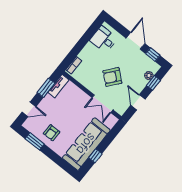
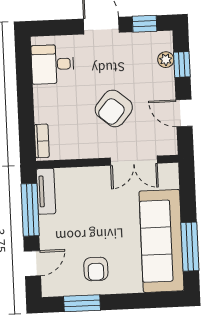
window: (46, 88) -> (30, 210), width x1.44
window: (95, 156) -> (190, 247), width x2.17

